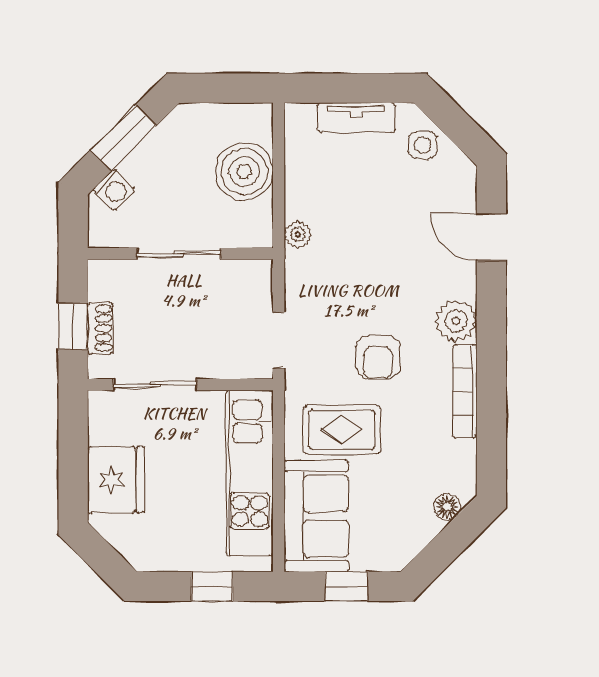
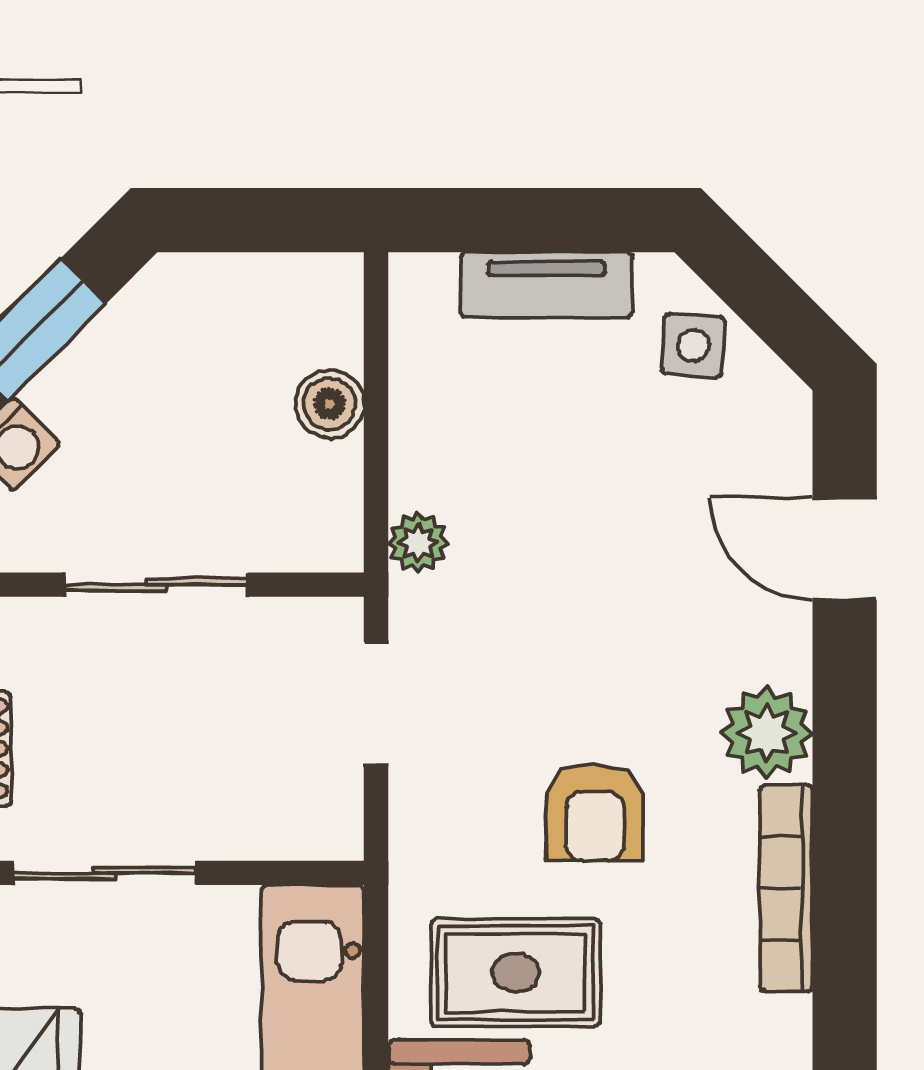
boiler: (244, 172) -> (330, 404), width x0.54, depth x0.54
doorway: (279, 340) -> (376, 704), moved

